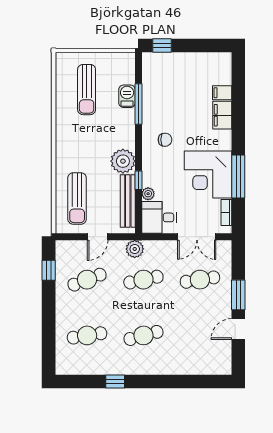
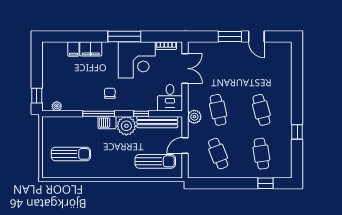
barbecue: (127, 96) -> (107, 123), moved
window: (138, 104) -> (99, 114), moved
window: (238, 176) -> (124, 36), moved
plant: (148, 194) -> (57, 106), moved
door: (98, 237) -> (185, 145), swing flipped
window: (49, 270) -> (265, 183), moved
cafe table: (200, 280) -> (218, 66), removed

